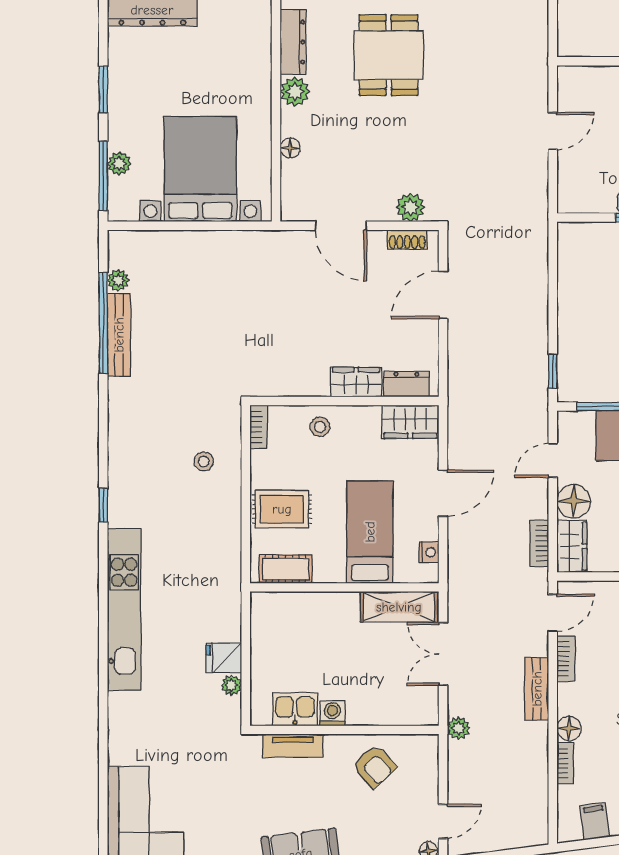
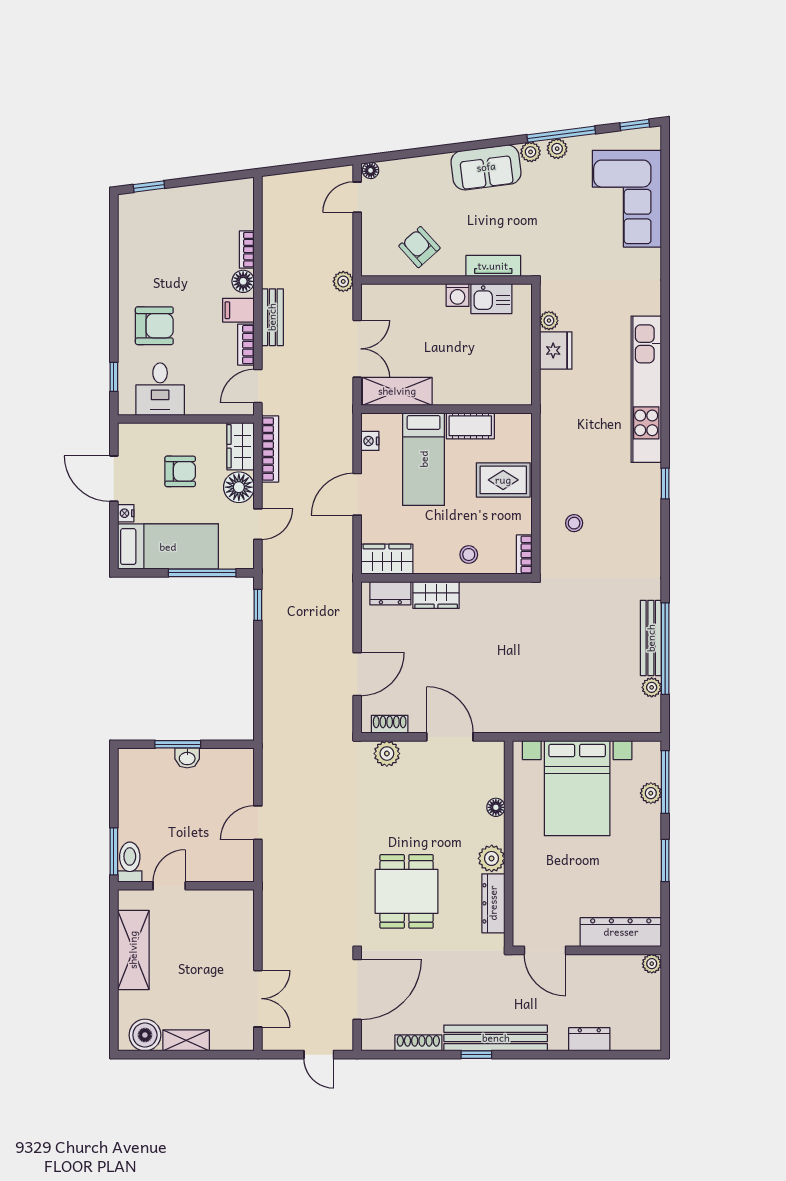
bookcase: (539, 543) -> (270, 449), width x1.56
cot: (286, 569) -> (470, 426), moved
fridge: (224, 658) -> (556, 350), width x1.38
filing cabinet: (595, 821) -> (238, 310), moved, turned 97

